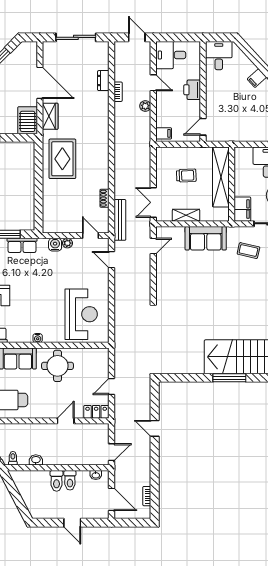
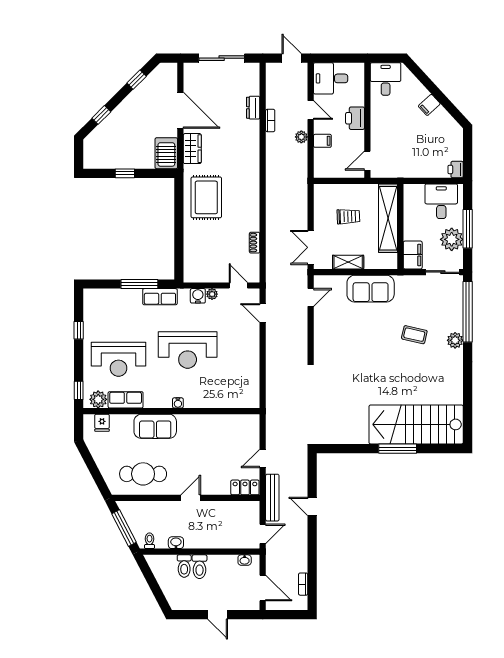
filing cabinet: (164, 133) -> (322, 141), moved
bench: (120, 220) -> (272, 498), moved
coffee table: (248, 251) -> (414, 335), moved
reception desk: (81, 314) -> (188, 350), moved, turned 90
round table: (57, 366) -> (201, 435), removed
door: (66, 421) -> (191, 498), moved
toilet: (70, 480) -> (184, 566), moved

